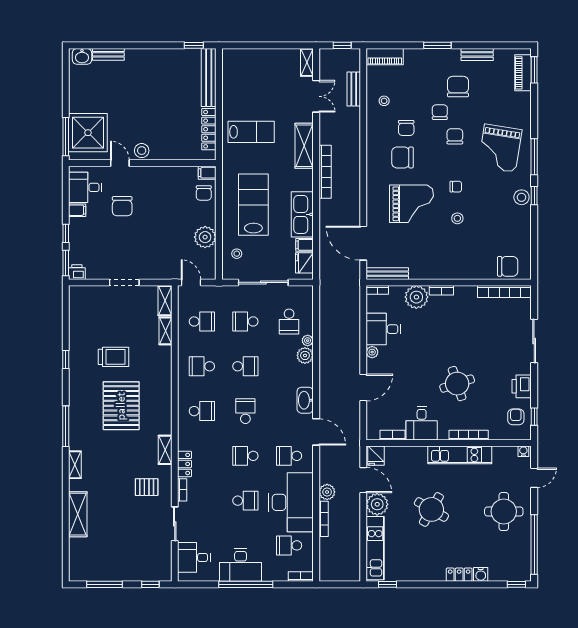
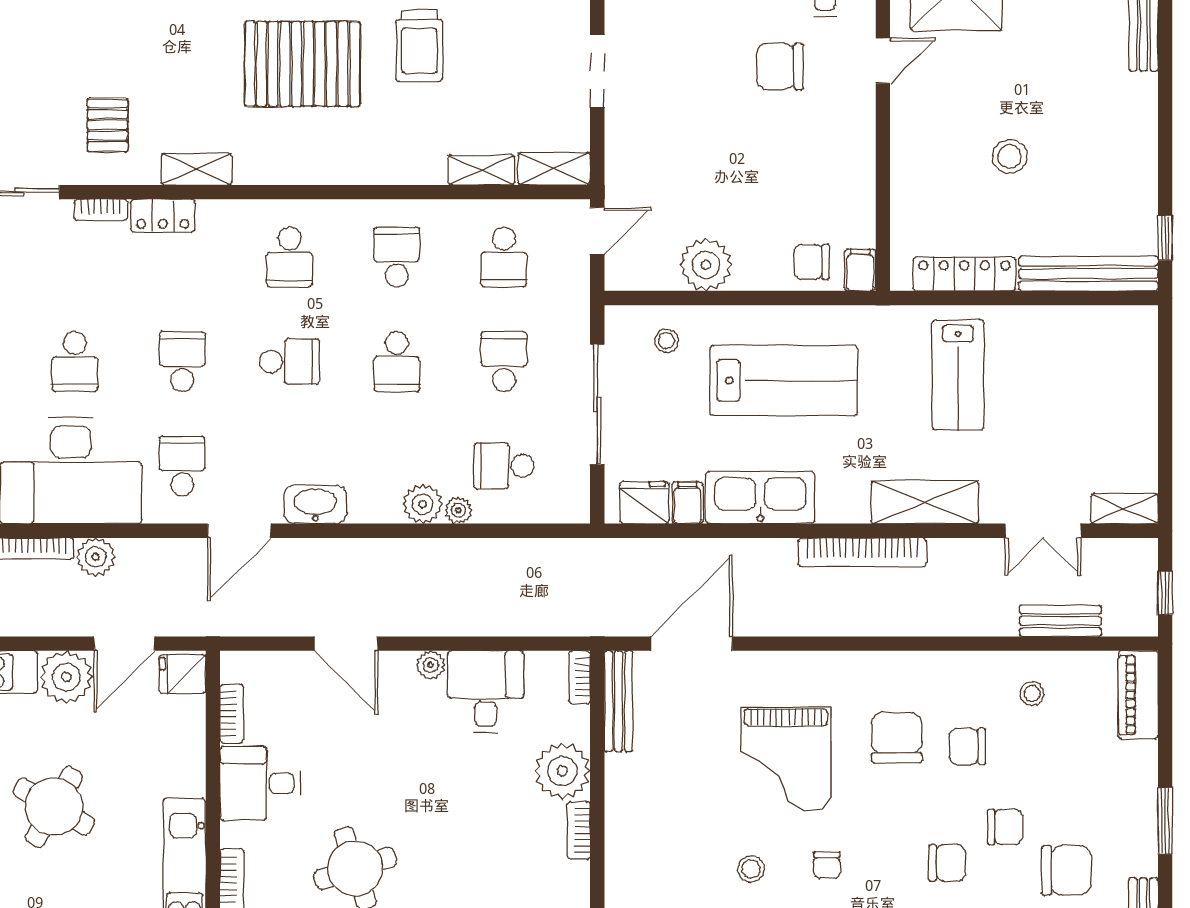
stool: (142, 151) -> (1010, 156), moved

